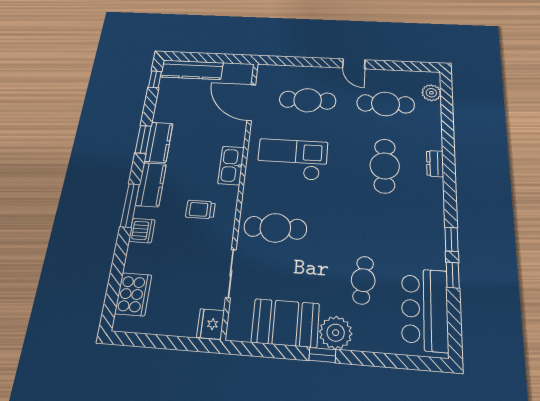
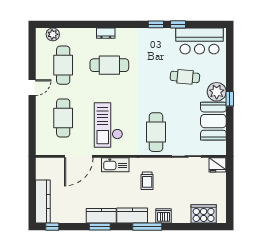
door: (251, 103) -> (79, 156), moved

